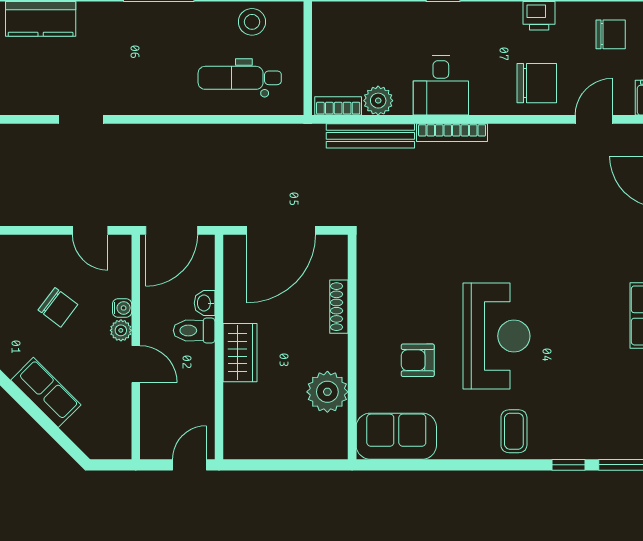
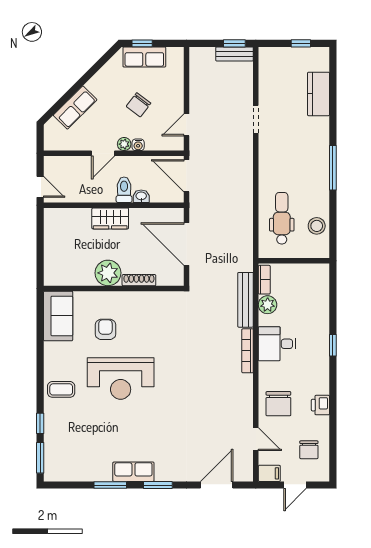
row of seats: (46, 392) -> (75, 107), moved
plant: (327, 392) -> (108, 273), moved

